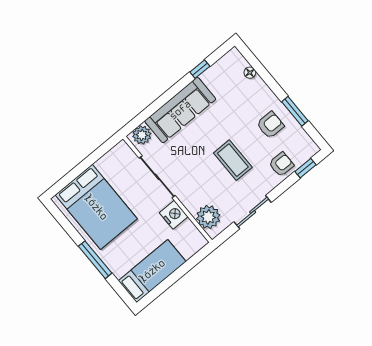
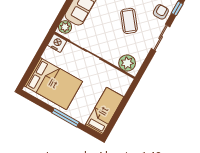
coffee table: (233, 160) -> (129, 21), turned 52
sliding door: (253, 212) -> (161, 38), moved
nightstand: (174, 215) -> (57, 43), moved

